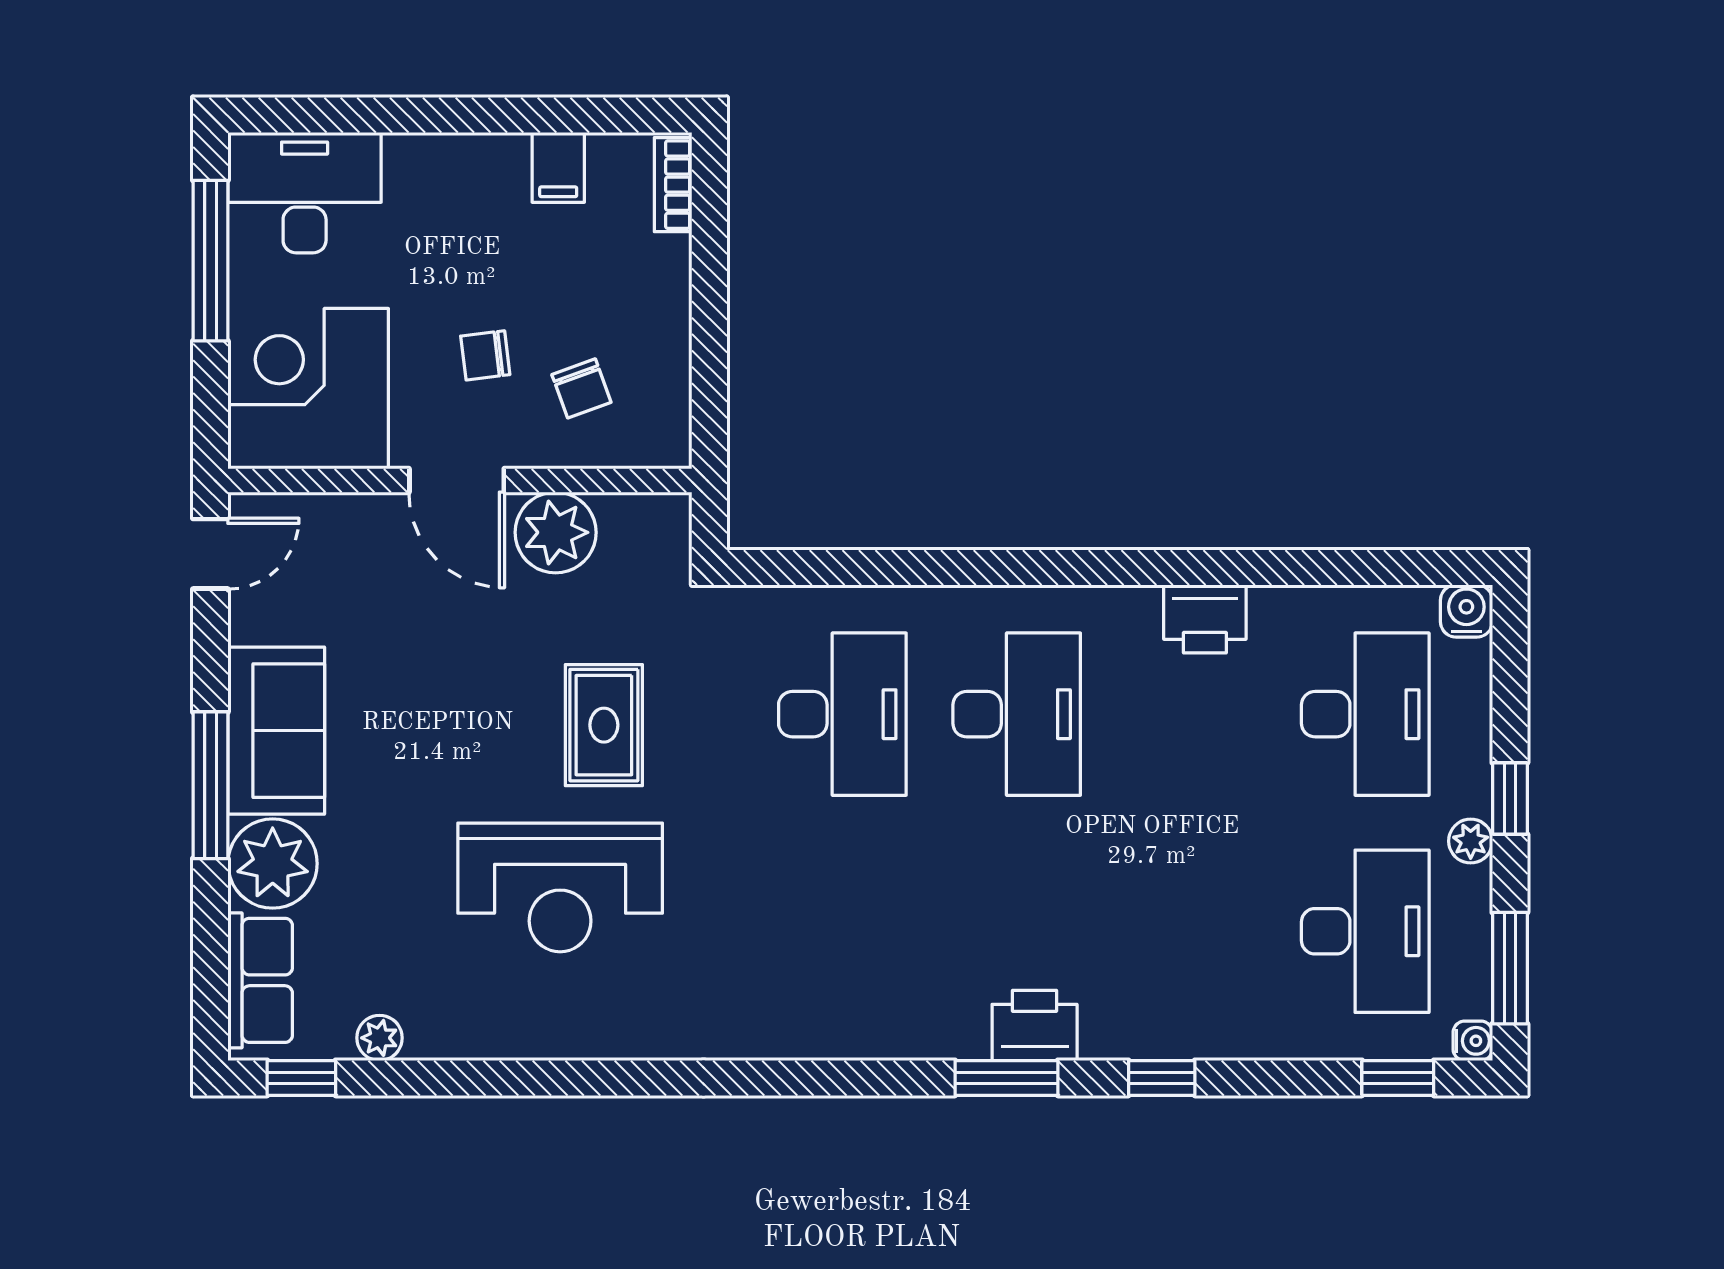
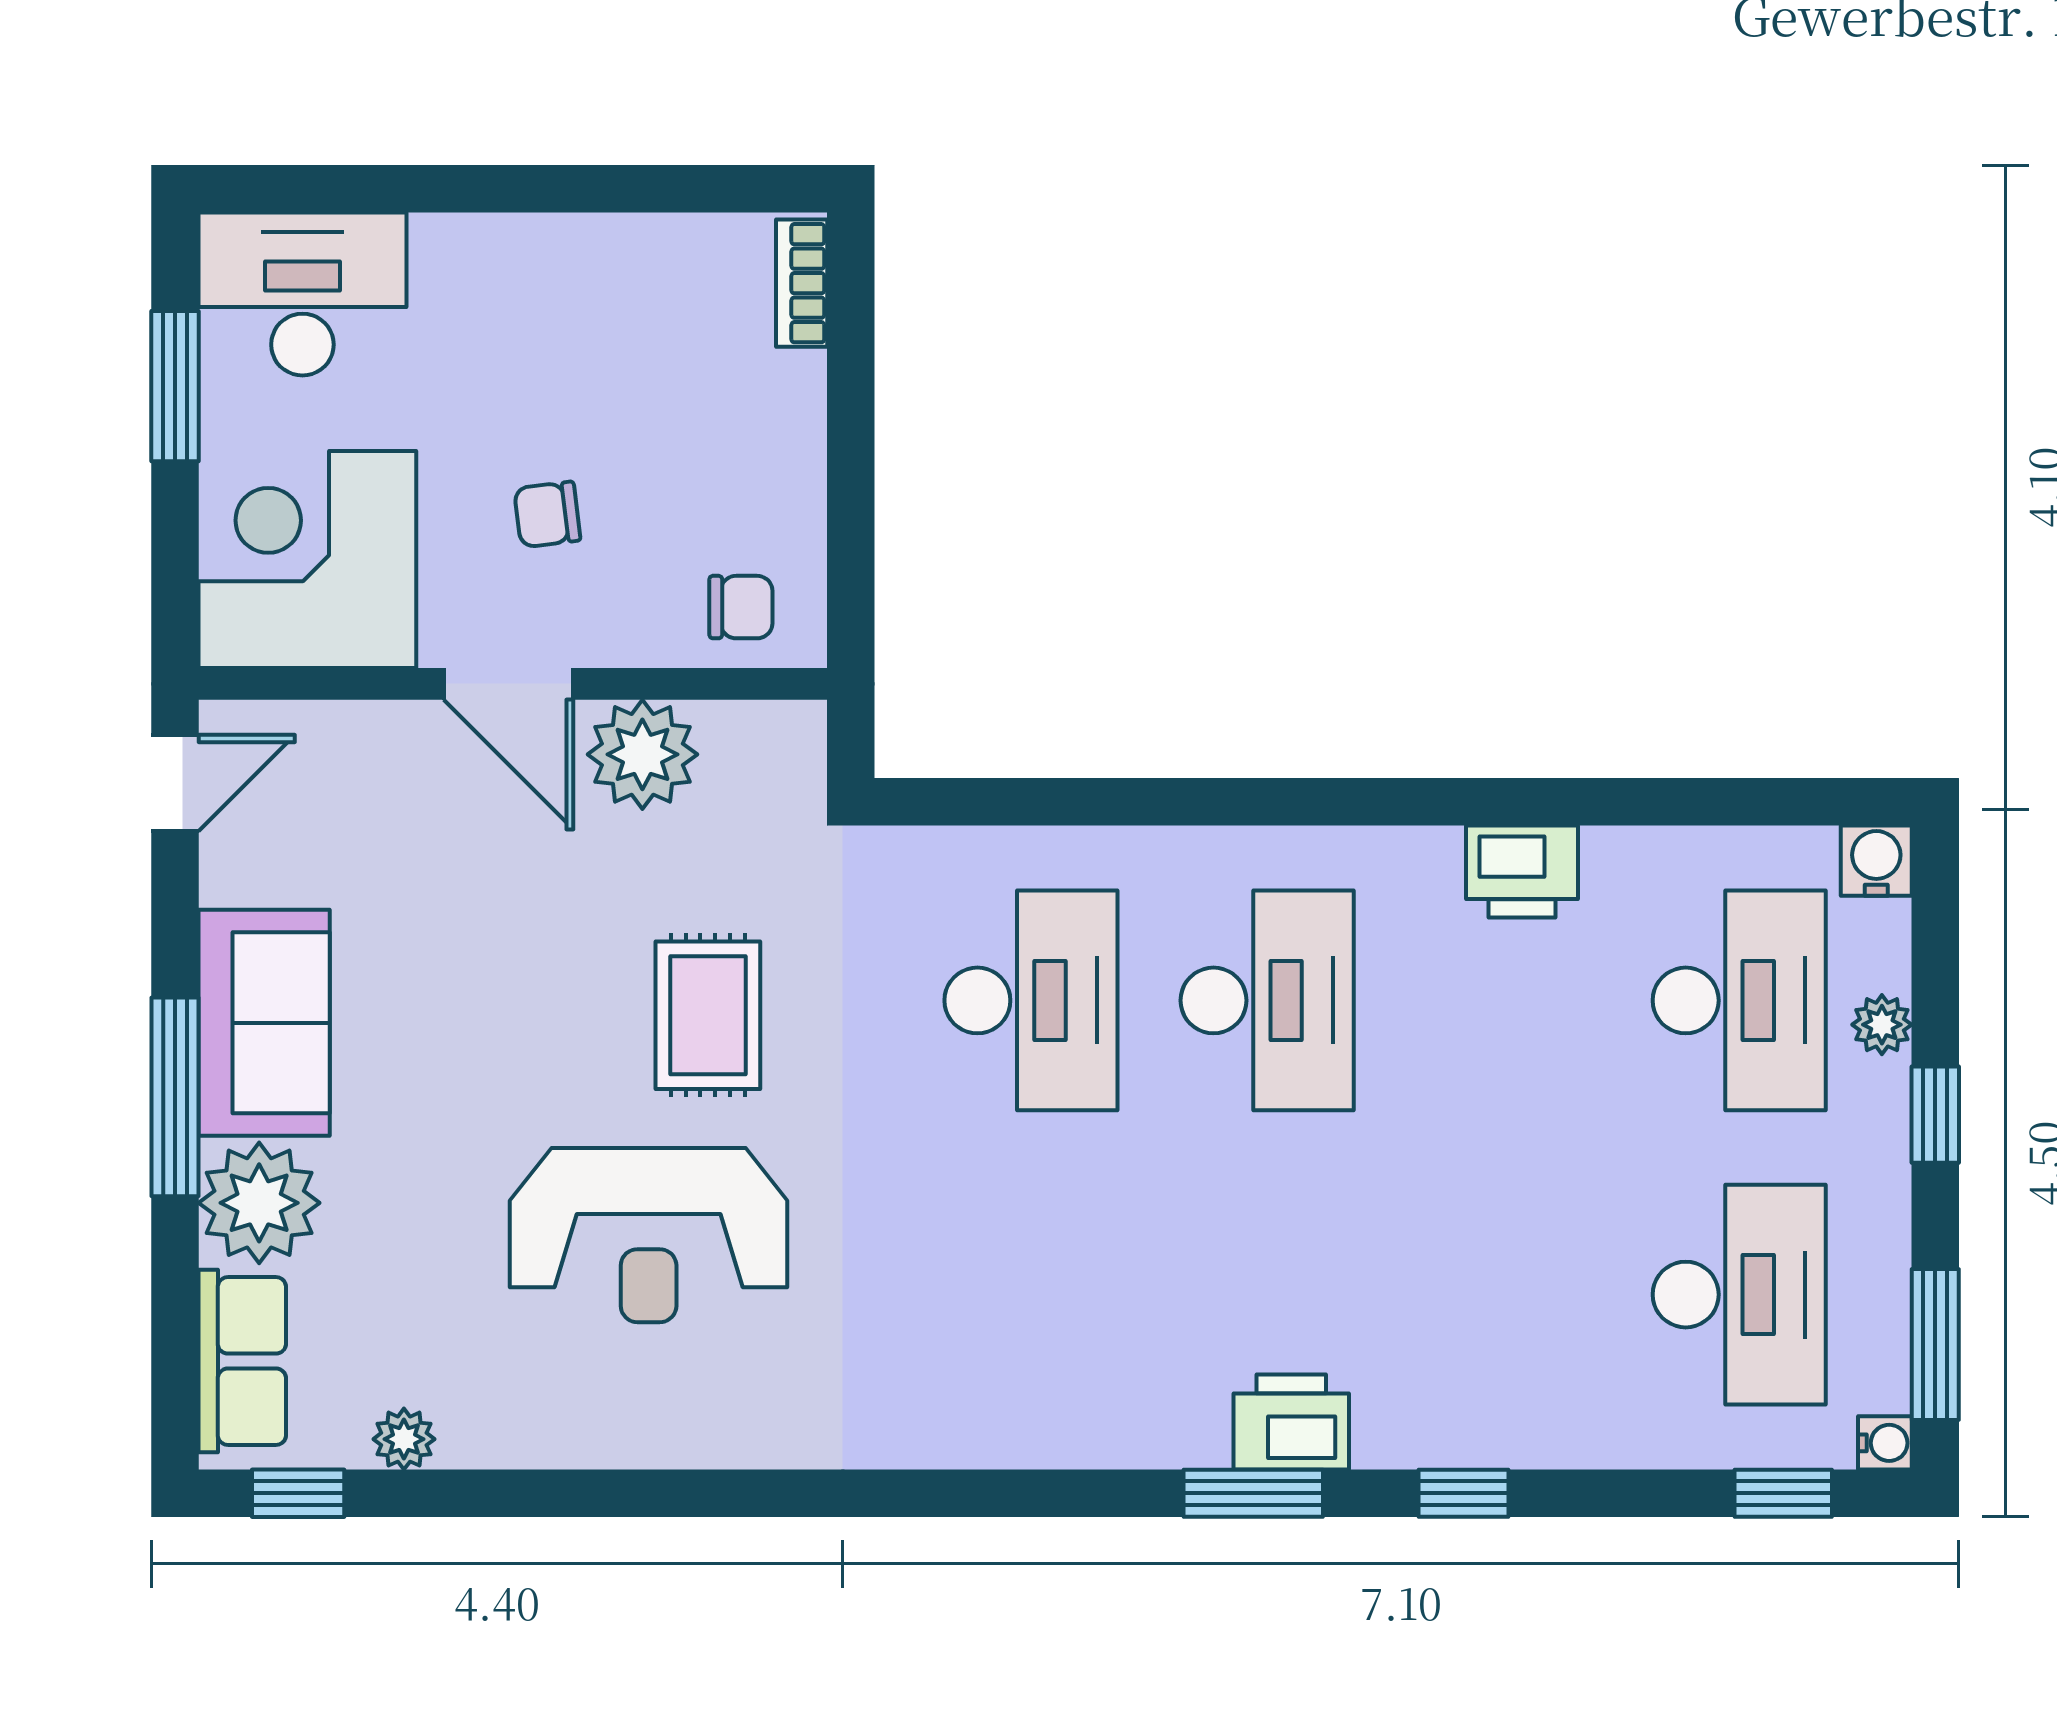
filing cabinet: (558, 167) -> (646, 260), removed
window: (210, 261) -> (175, 386), width x0.69
chair: (581, 388) -> (741, 607), moved, turned -70
plant: (1471, 841) -> (1882, 1025), moved

